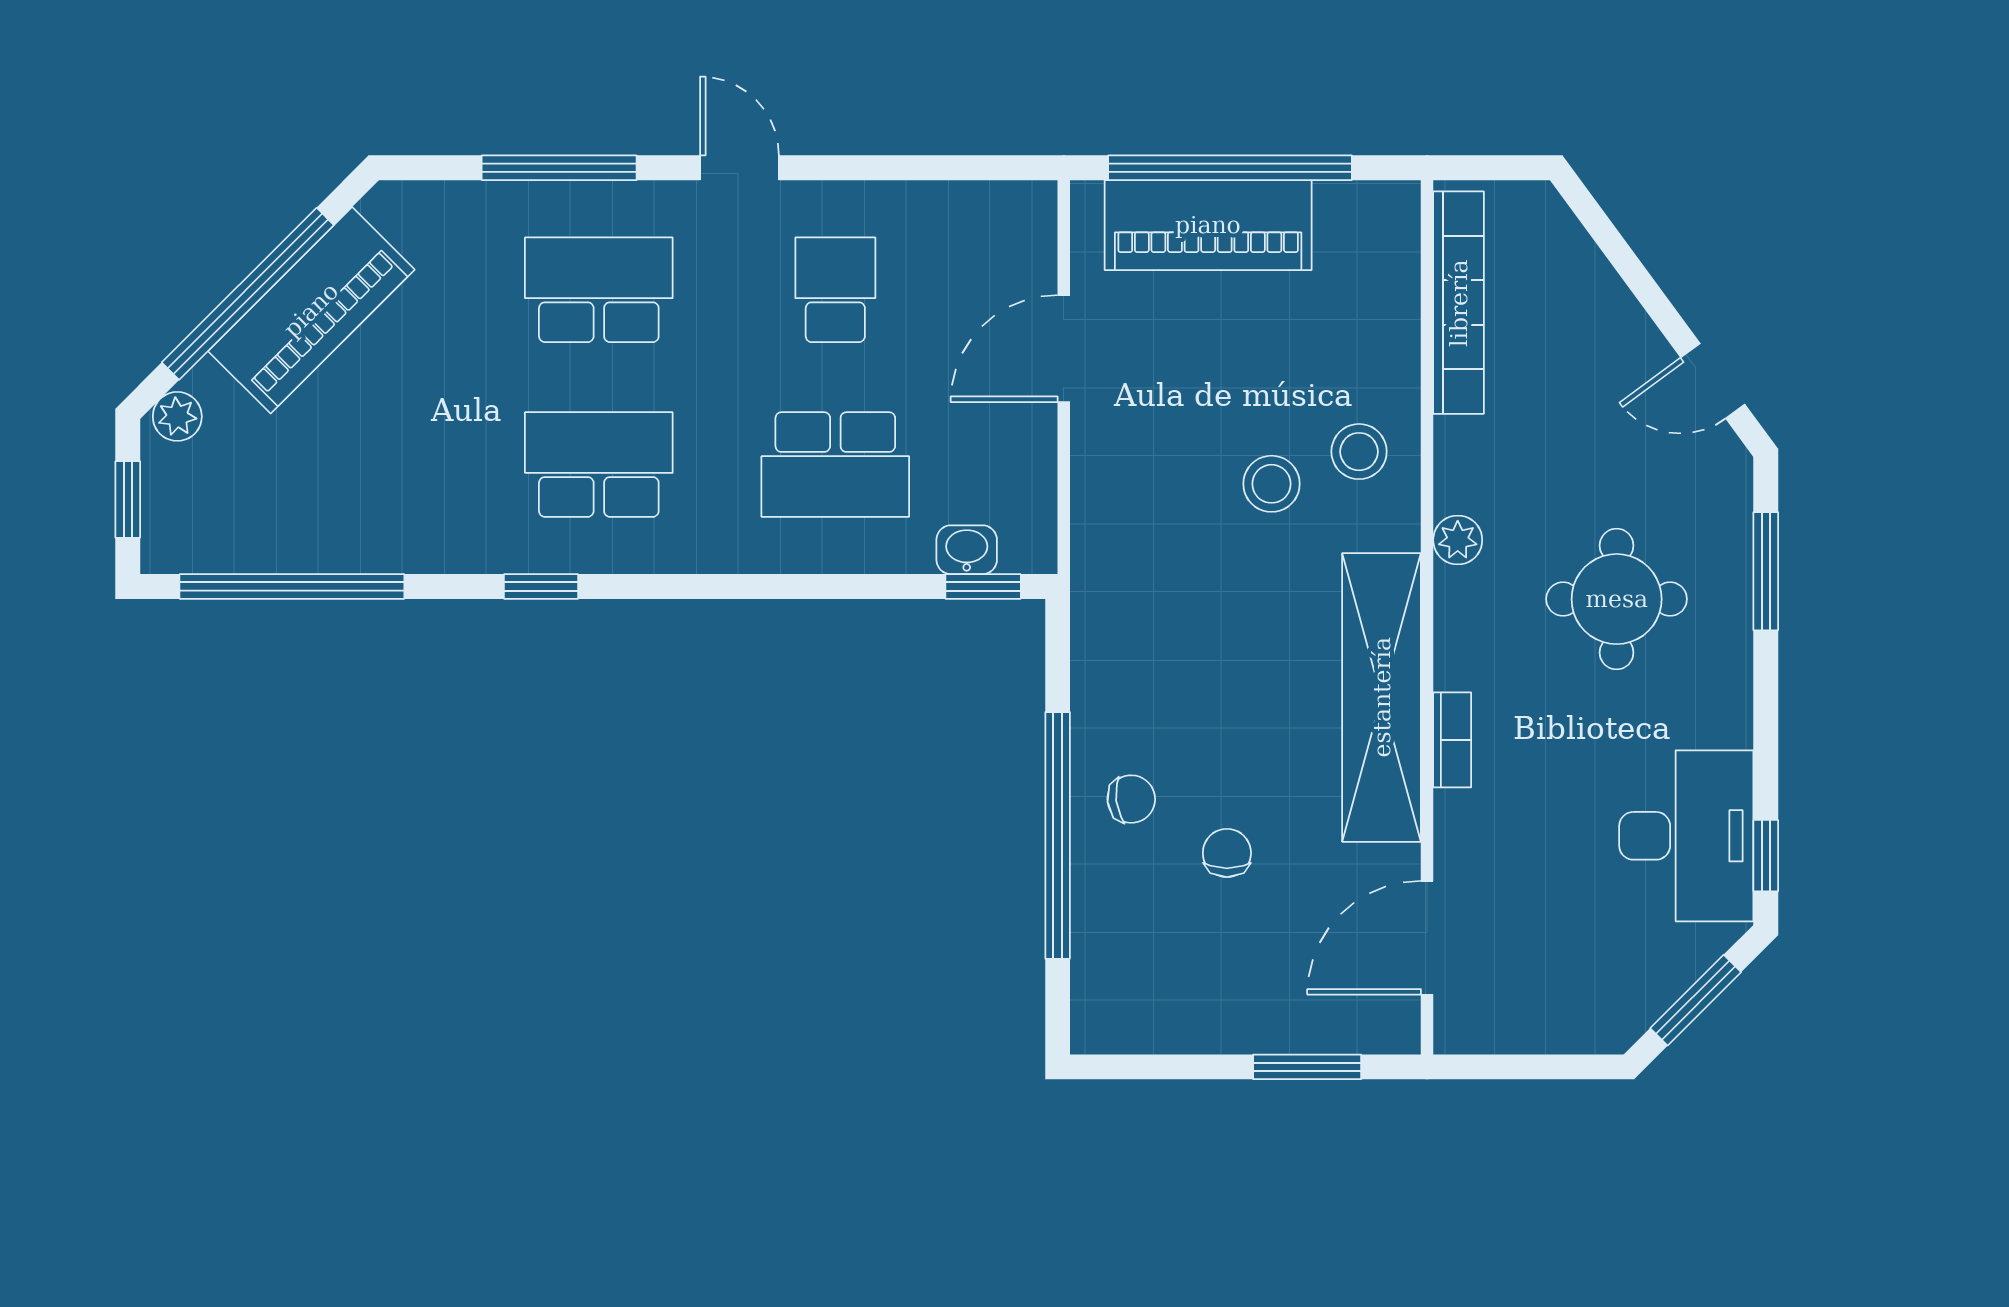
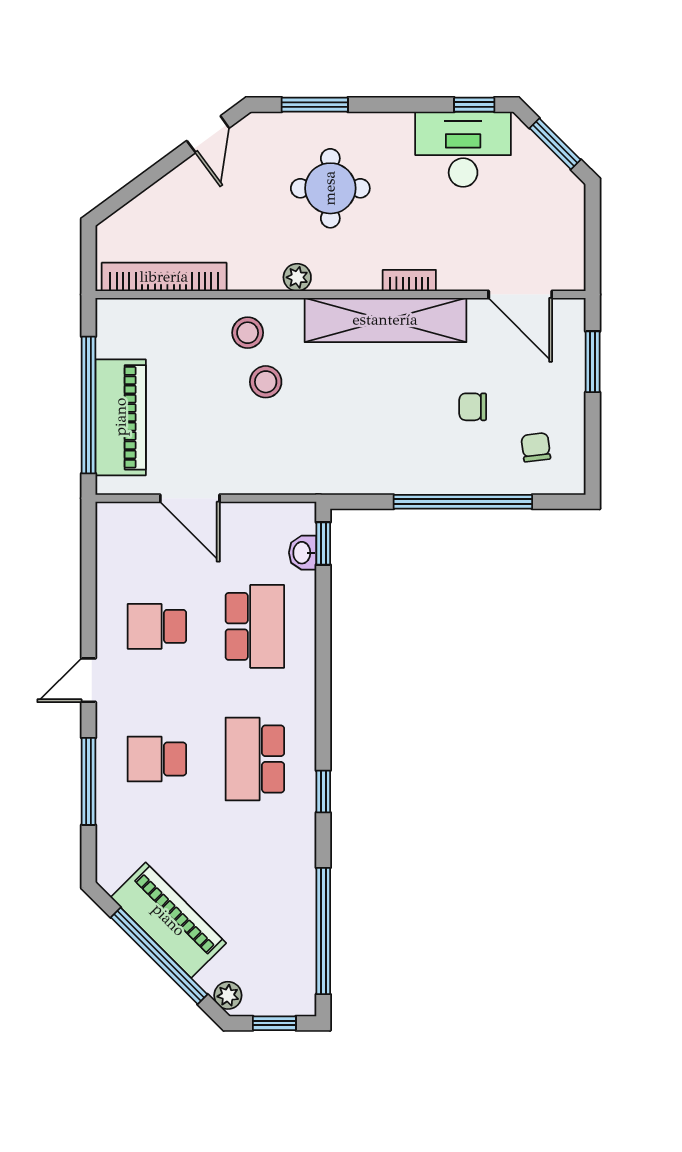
school desk: (599, 290) -> (157, 759), width x0.54
chair: (1131, 799) -> (536, 447), moved

